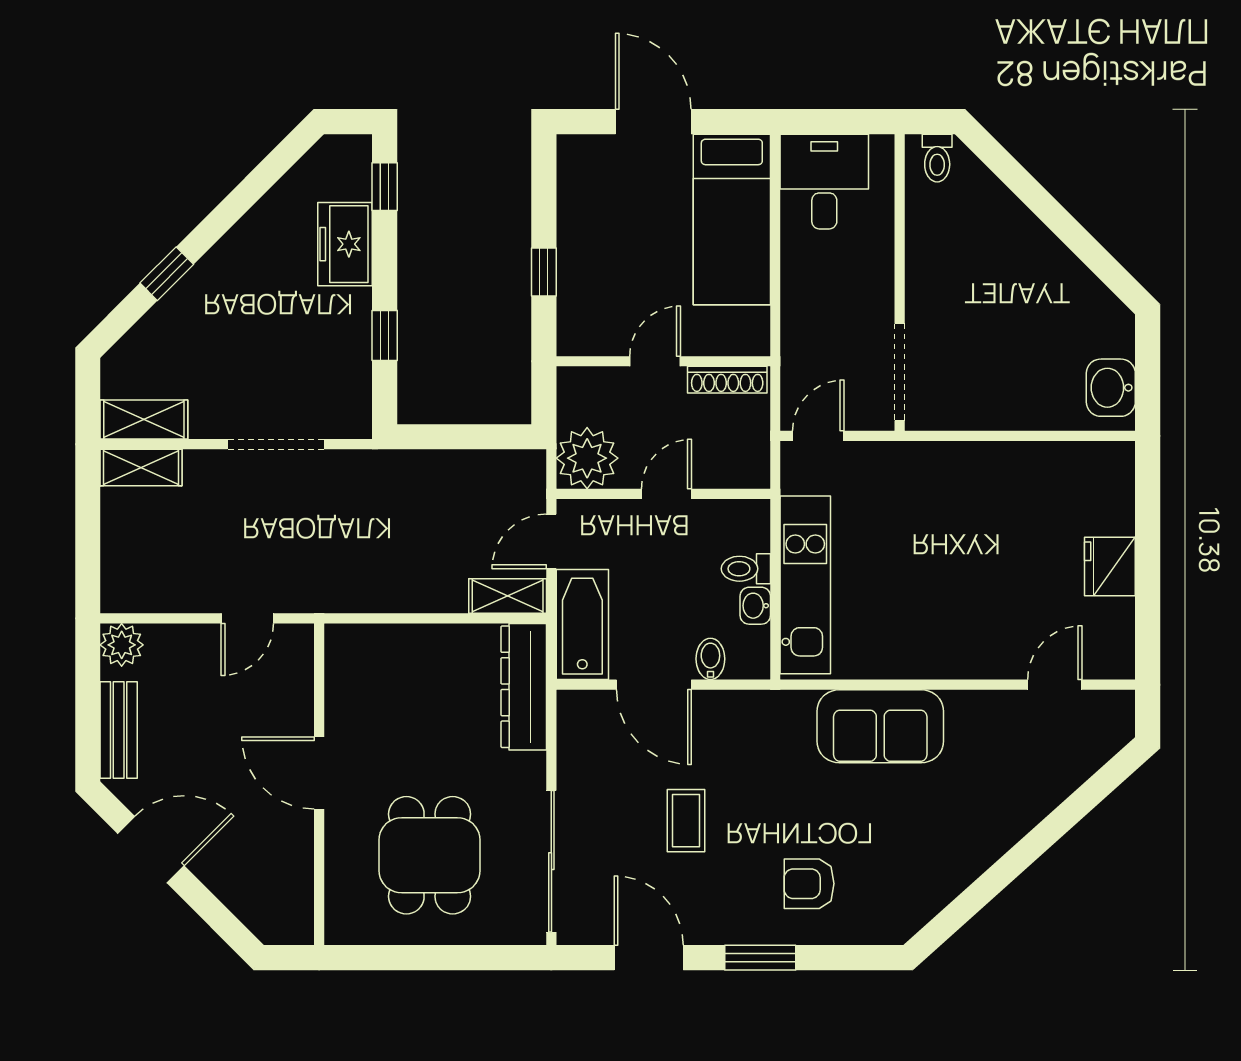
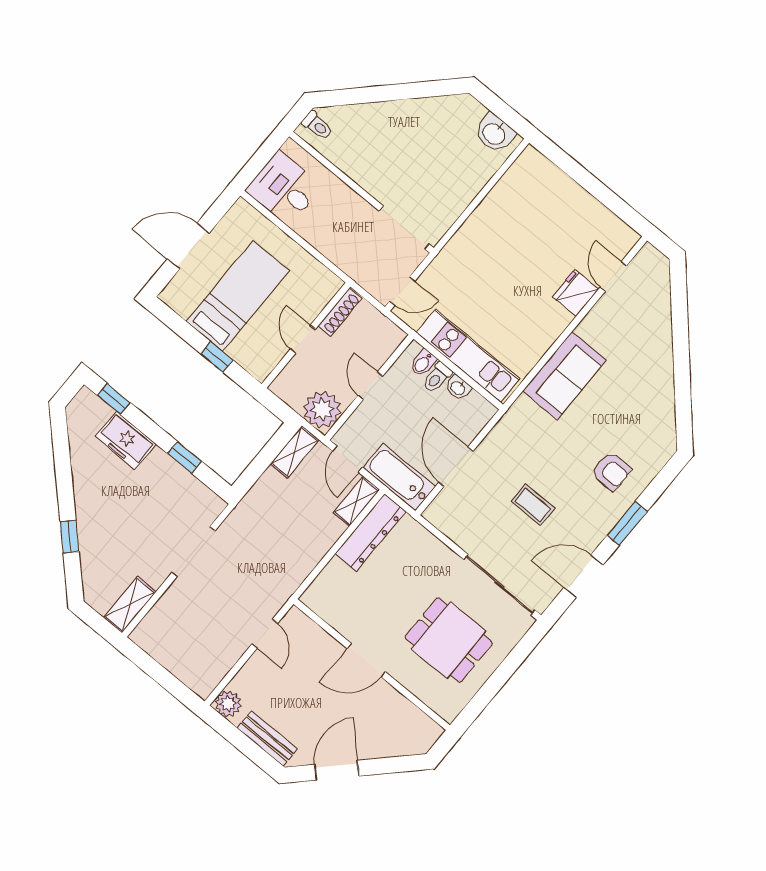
bed: (732, 219) -> (238, 296), moved, turned -90
door: (818, 436) -> (402, 291), swing flipped
shelving: (141, 468) -> (295, 452), moved
fridge: (1110, 567) -> (576, 293), moved, turned 90
bidet: (710, 659) -> (423, 363), moved, turned -90
door: (654, 685) -> (456, 467), swing flipped
dresser: (524, 687) -> (370, 533), moved, turned -90
armchair: (809, 884) -> (611, 471), turned -90

